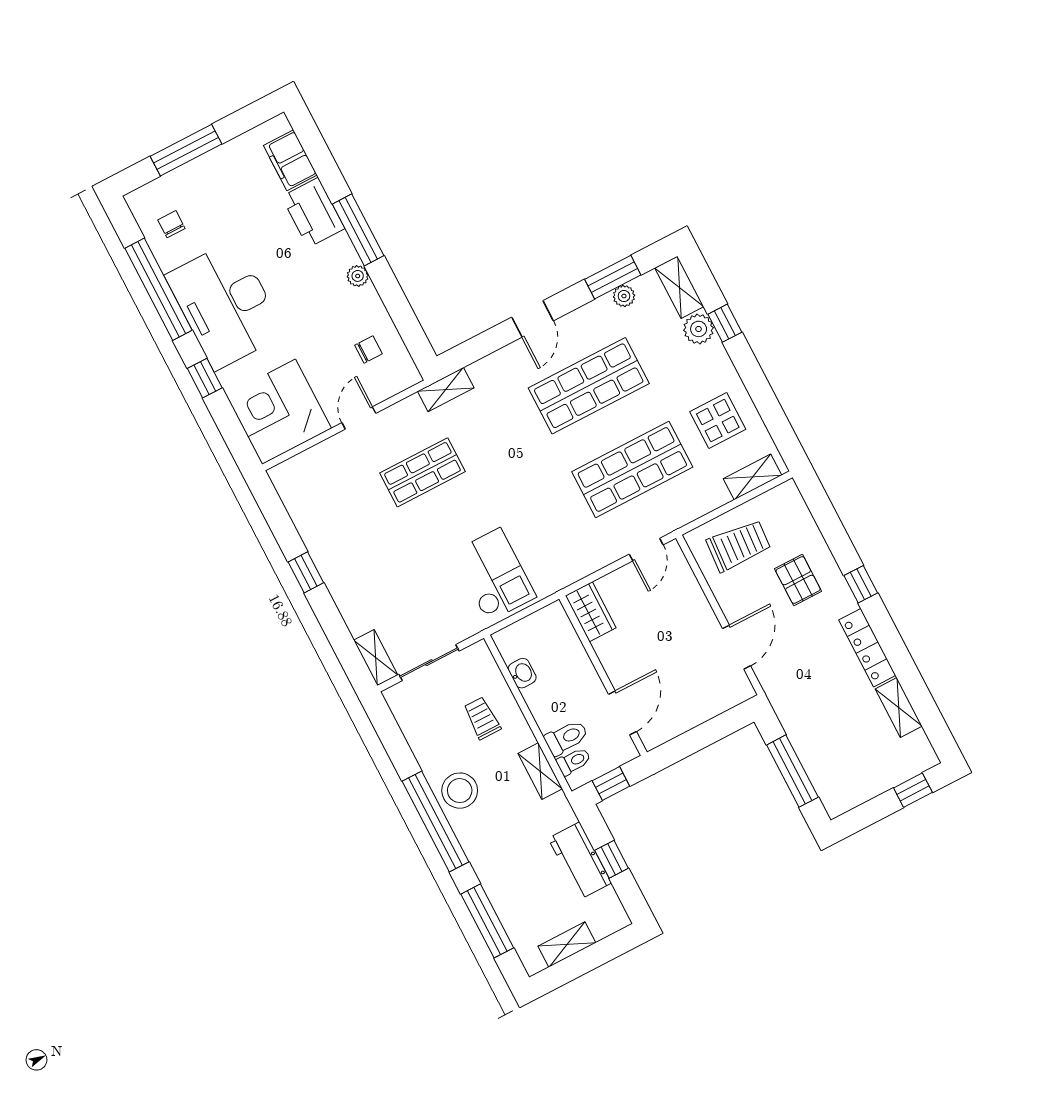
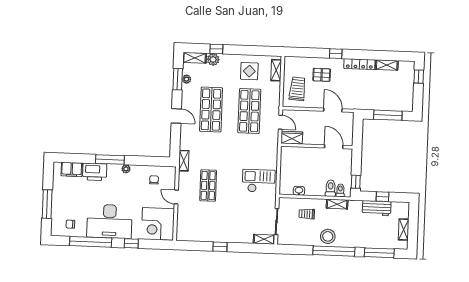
wardrobe: (591, 612) -> (292, 138), moved
wall: (603, 676) -> (317, 146), moved
door: (622, 713) -> (334, 147), moved

